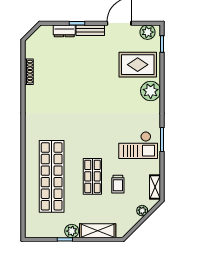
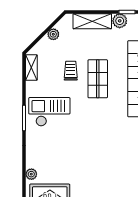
plant: (151, 91) -> (31, 174), width x0.53, depth x0.53
plant: (142, 211) -> (53, 34), moved

